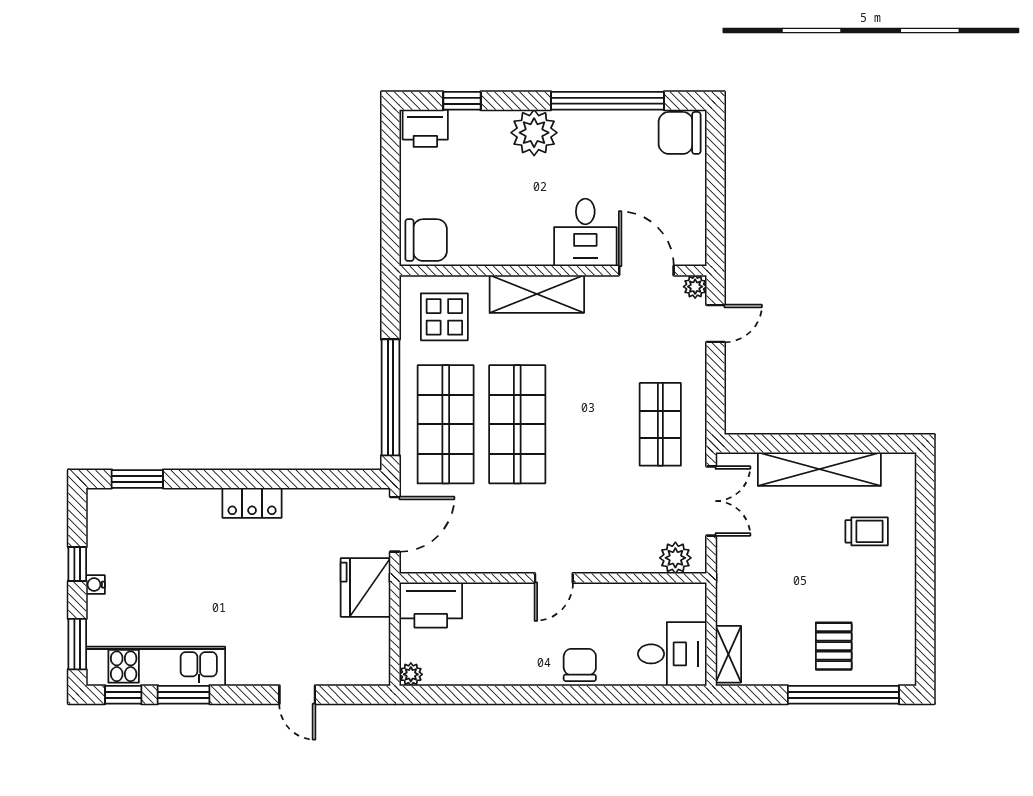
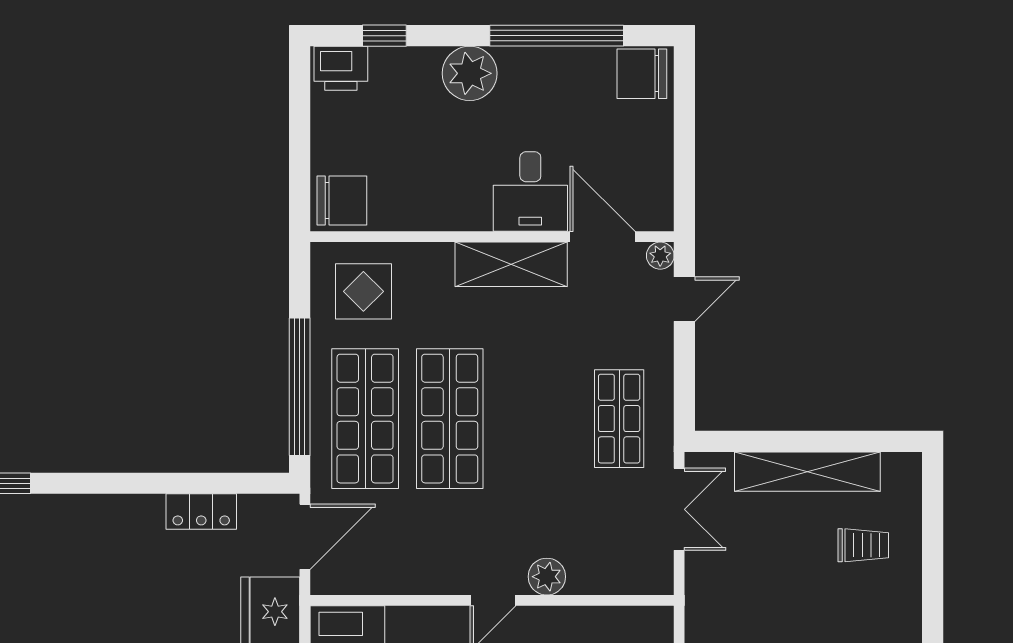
shelving: (537, 294) -> (511, 264), moved
locker: (252, 503) -> (201, 512), moved
plant: (675, 558) -> (547, 577), moved

